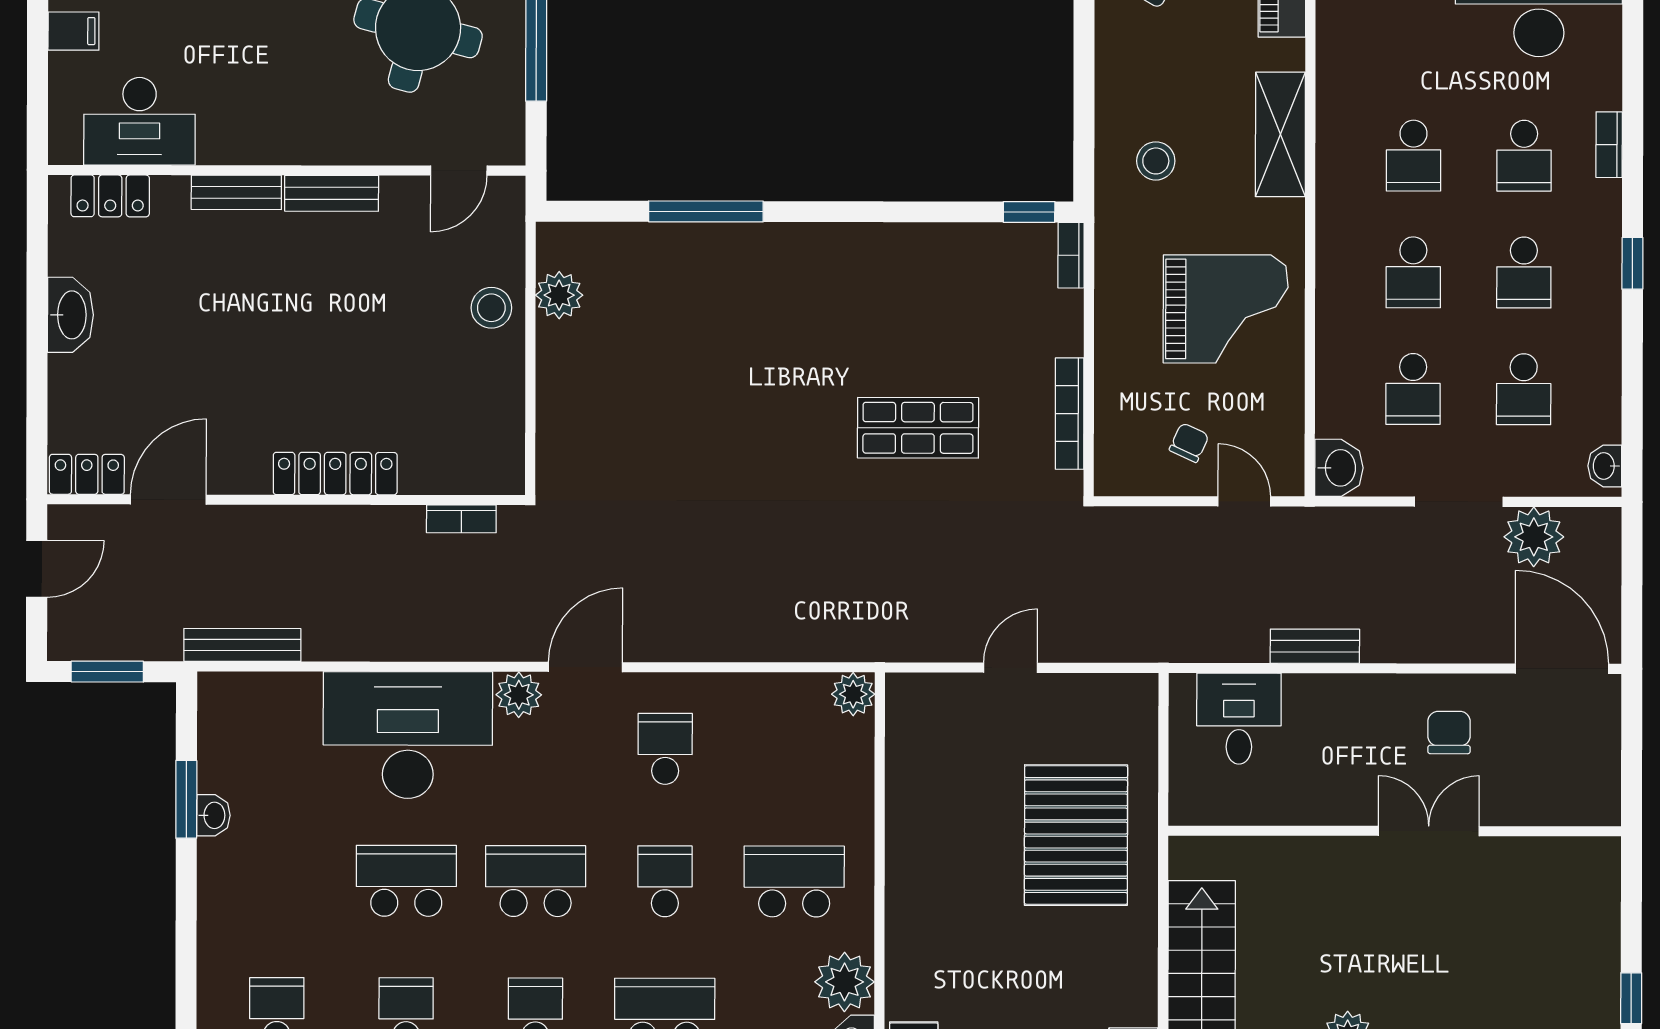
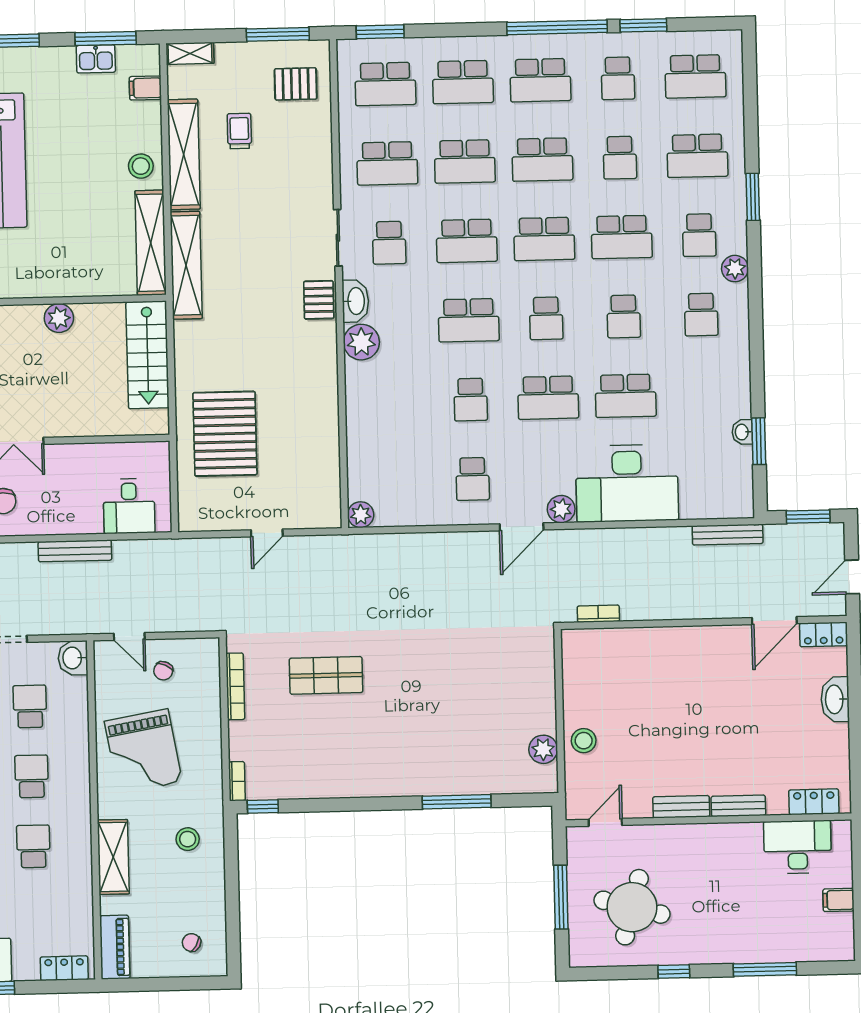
grand piano: (1226, 309) -> (143, 751), turned -100
washbasin: (70, 315) -> (835, 699), moved
locker: (335, 474) -> (675, 639), removed
bench: (1315, 646) -> (75, 551), width x1.36
school desk: (794, 882) -> (393, 401), removed

